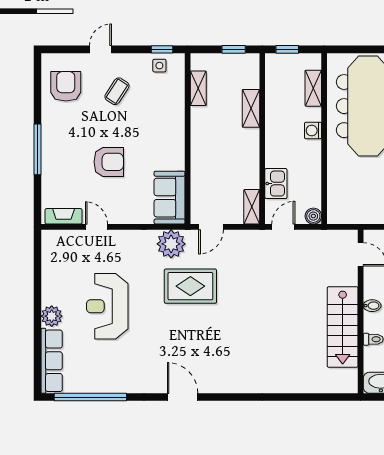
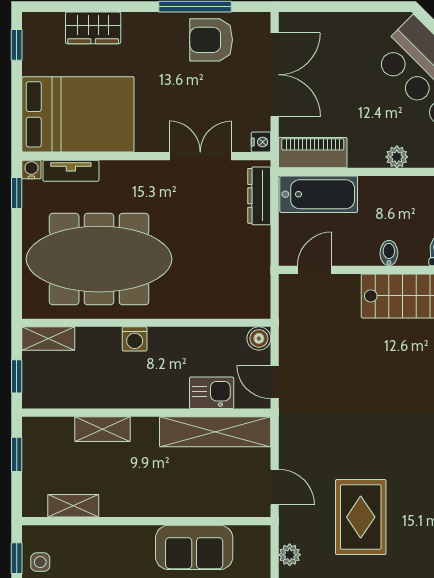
shelving: (313, 88) -> (48, 339), moved
sofa: (170, 198) -> (194, 547), moved
shelving: (252, 207) -> (215, 432), width x2.20, depth x1.33
plant: (171, 244) -> (290, 555), width x0.53, depth x0.53

